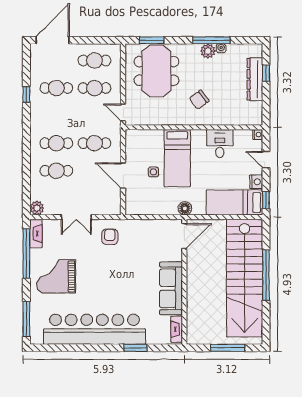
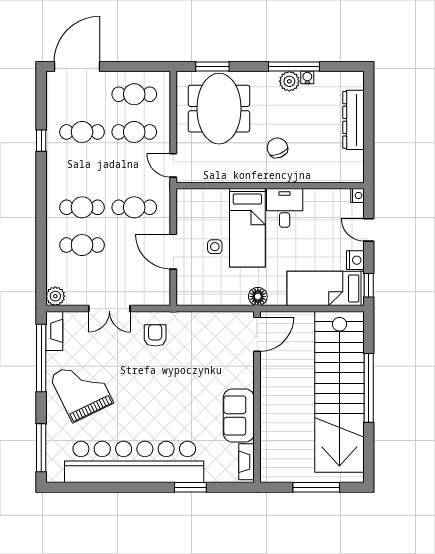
window: (266, 73) -> (369, 112), removed
chair: (199, 100) -> (277, 148), turned 103
desk: (220, 144) -> (285, 208), moved
grand piano: (56, 276) -> (82, 389), turned 64
sofa: (171, 288) -> (239, 415), width x0.73

